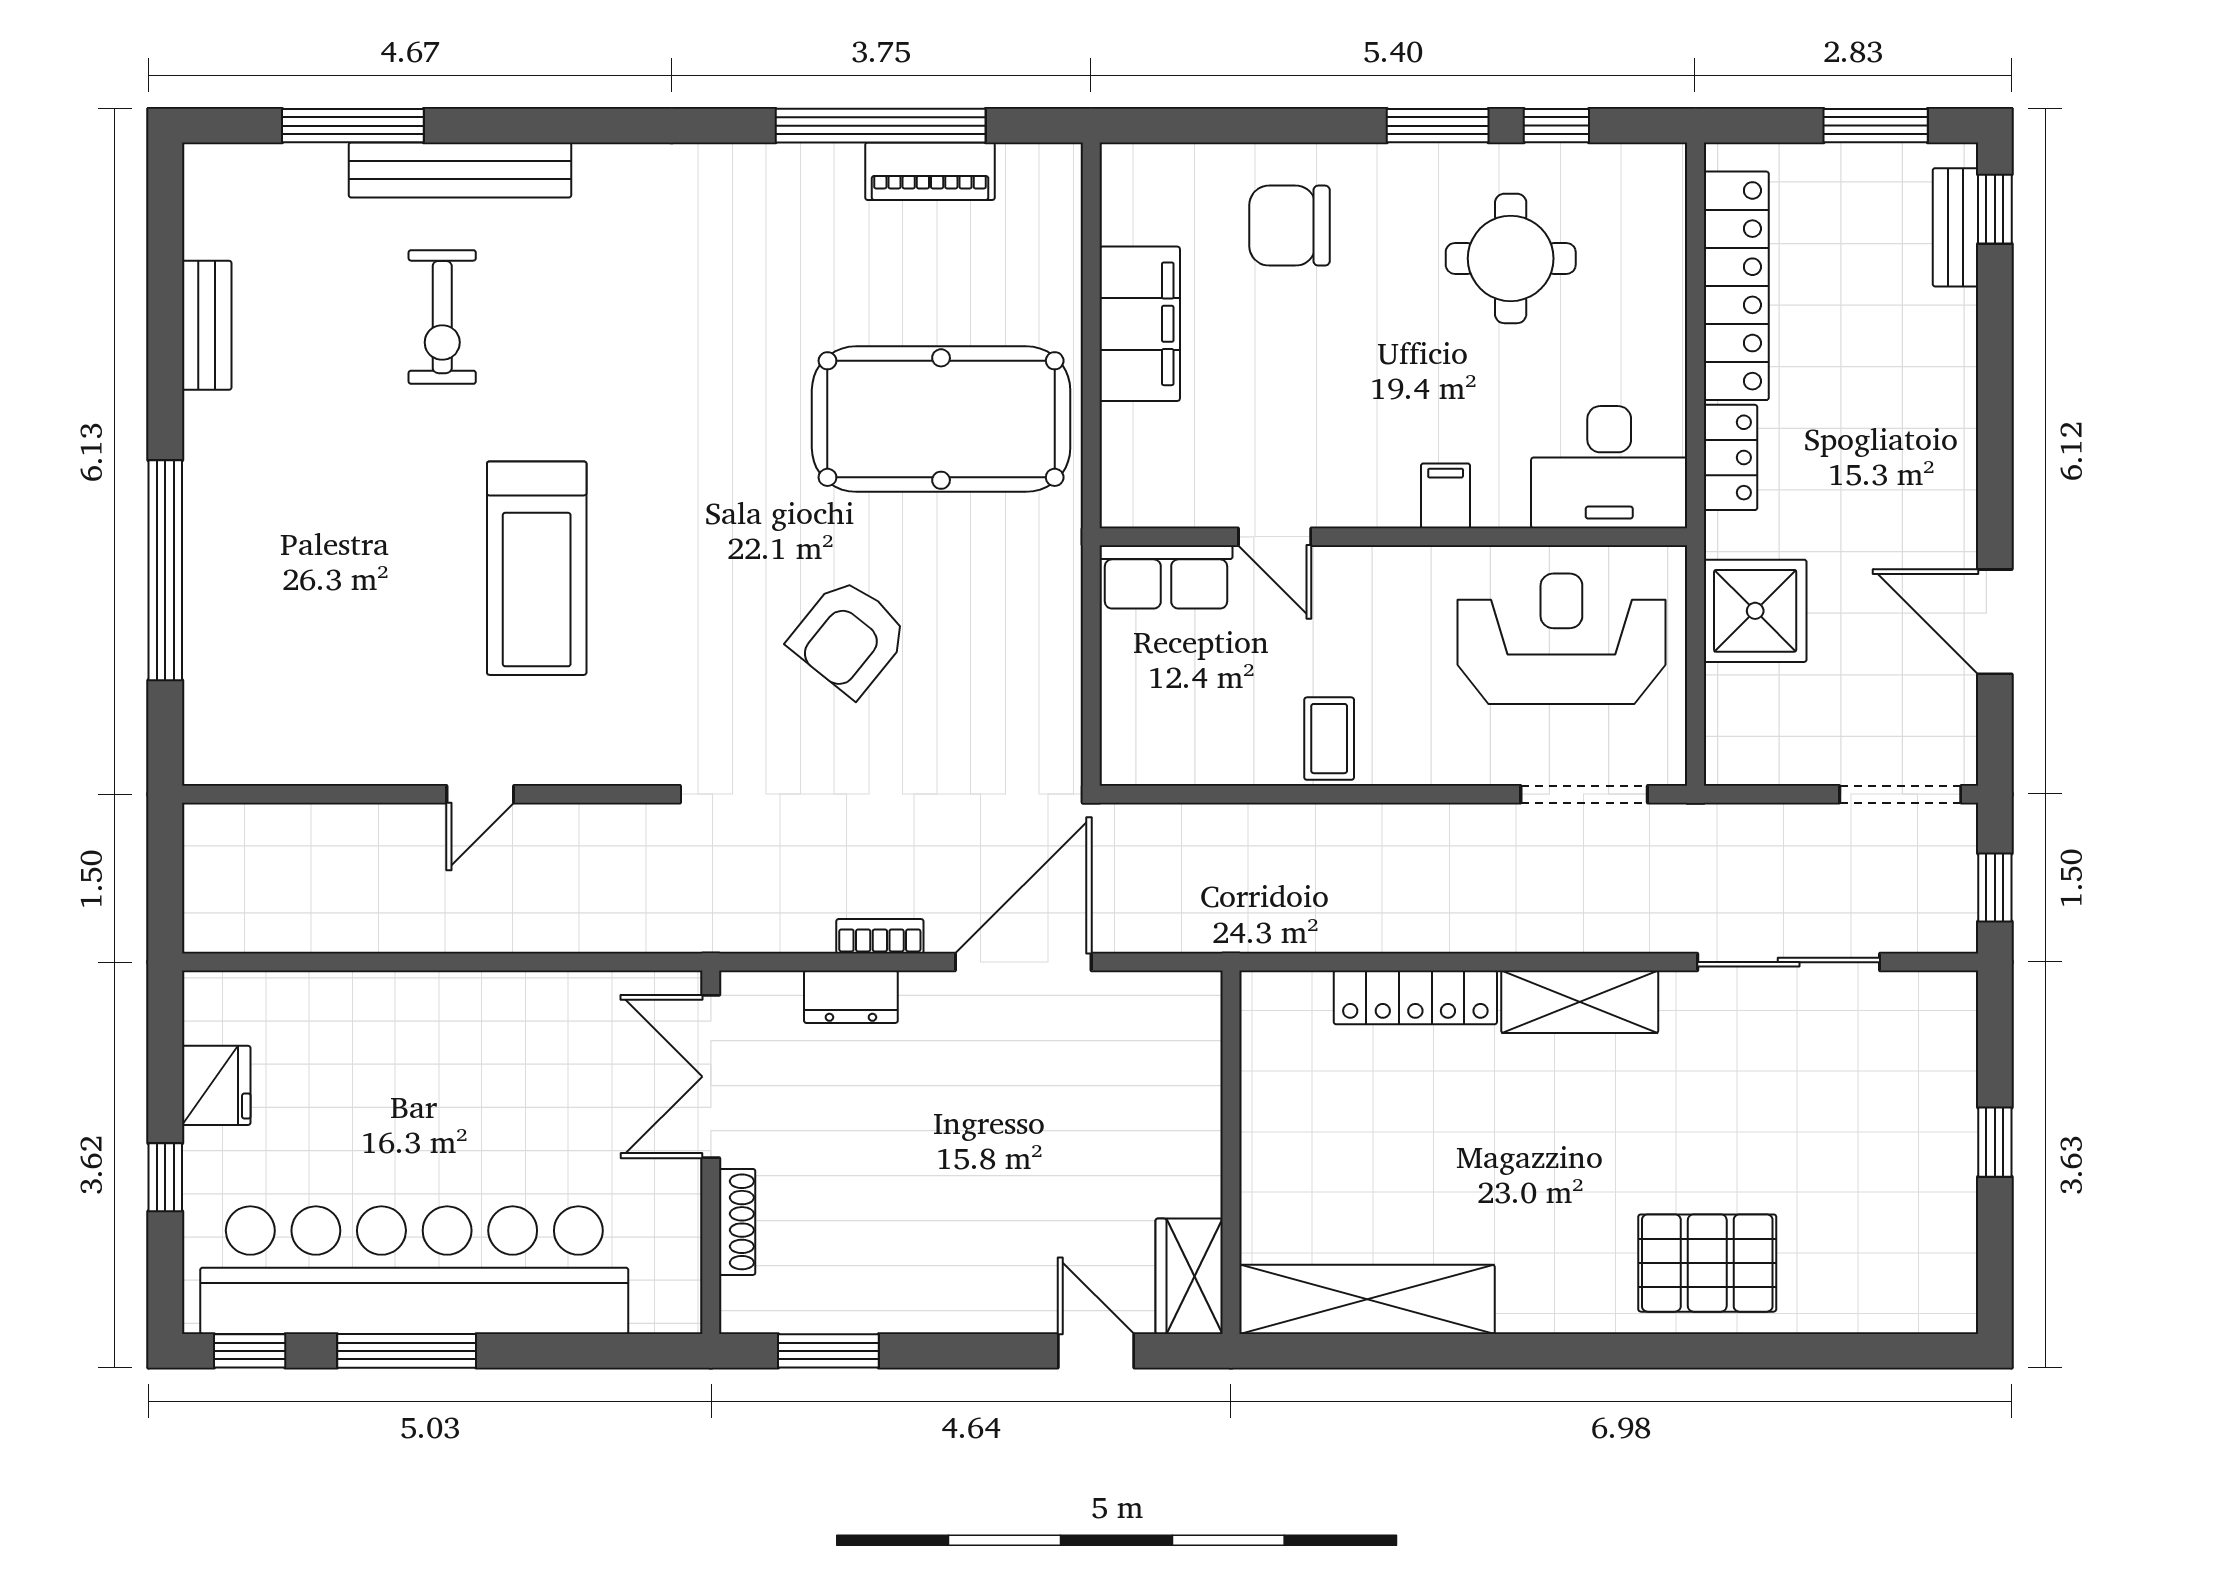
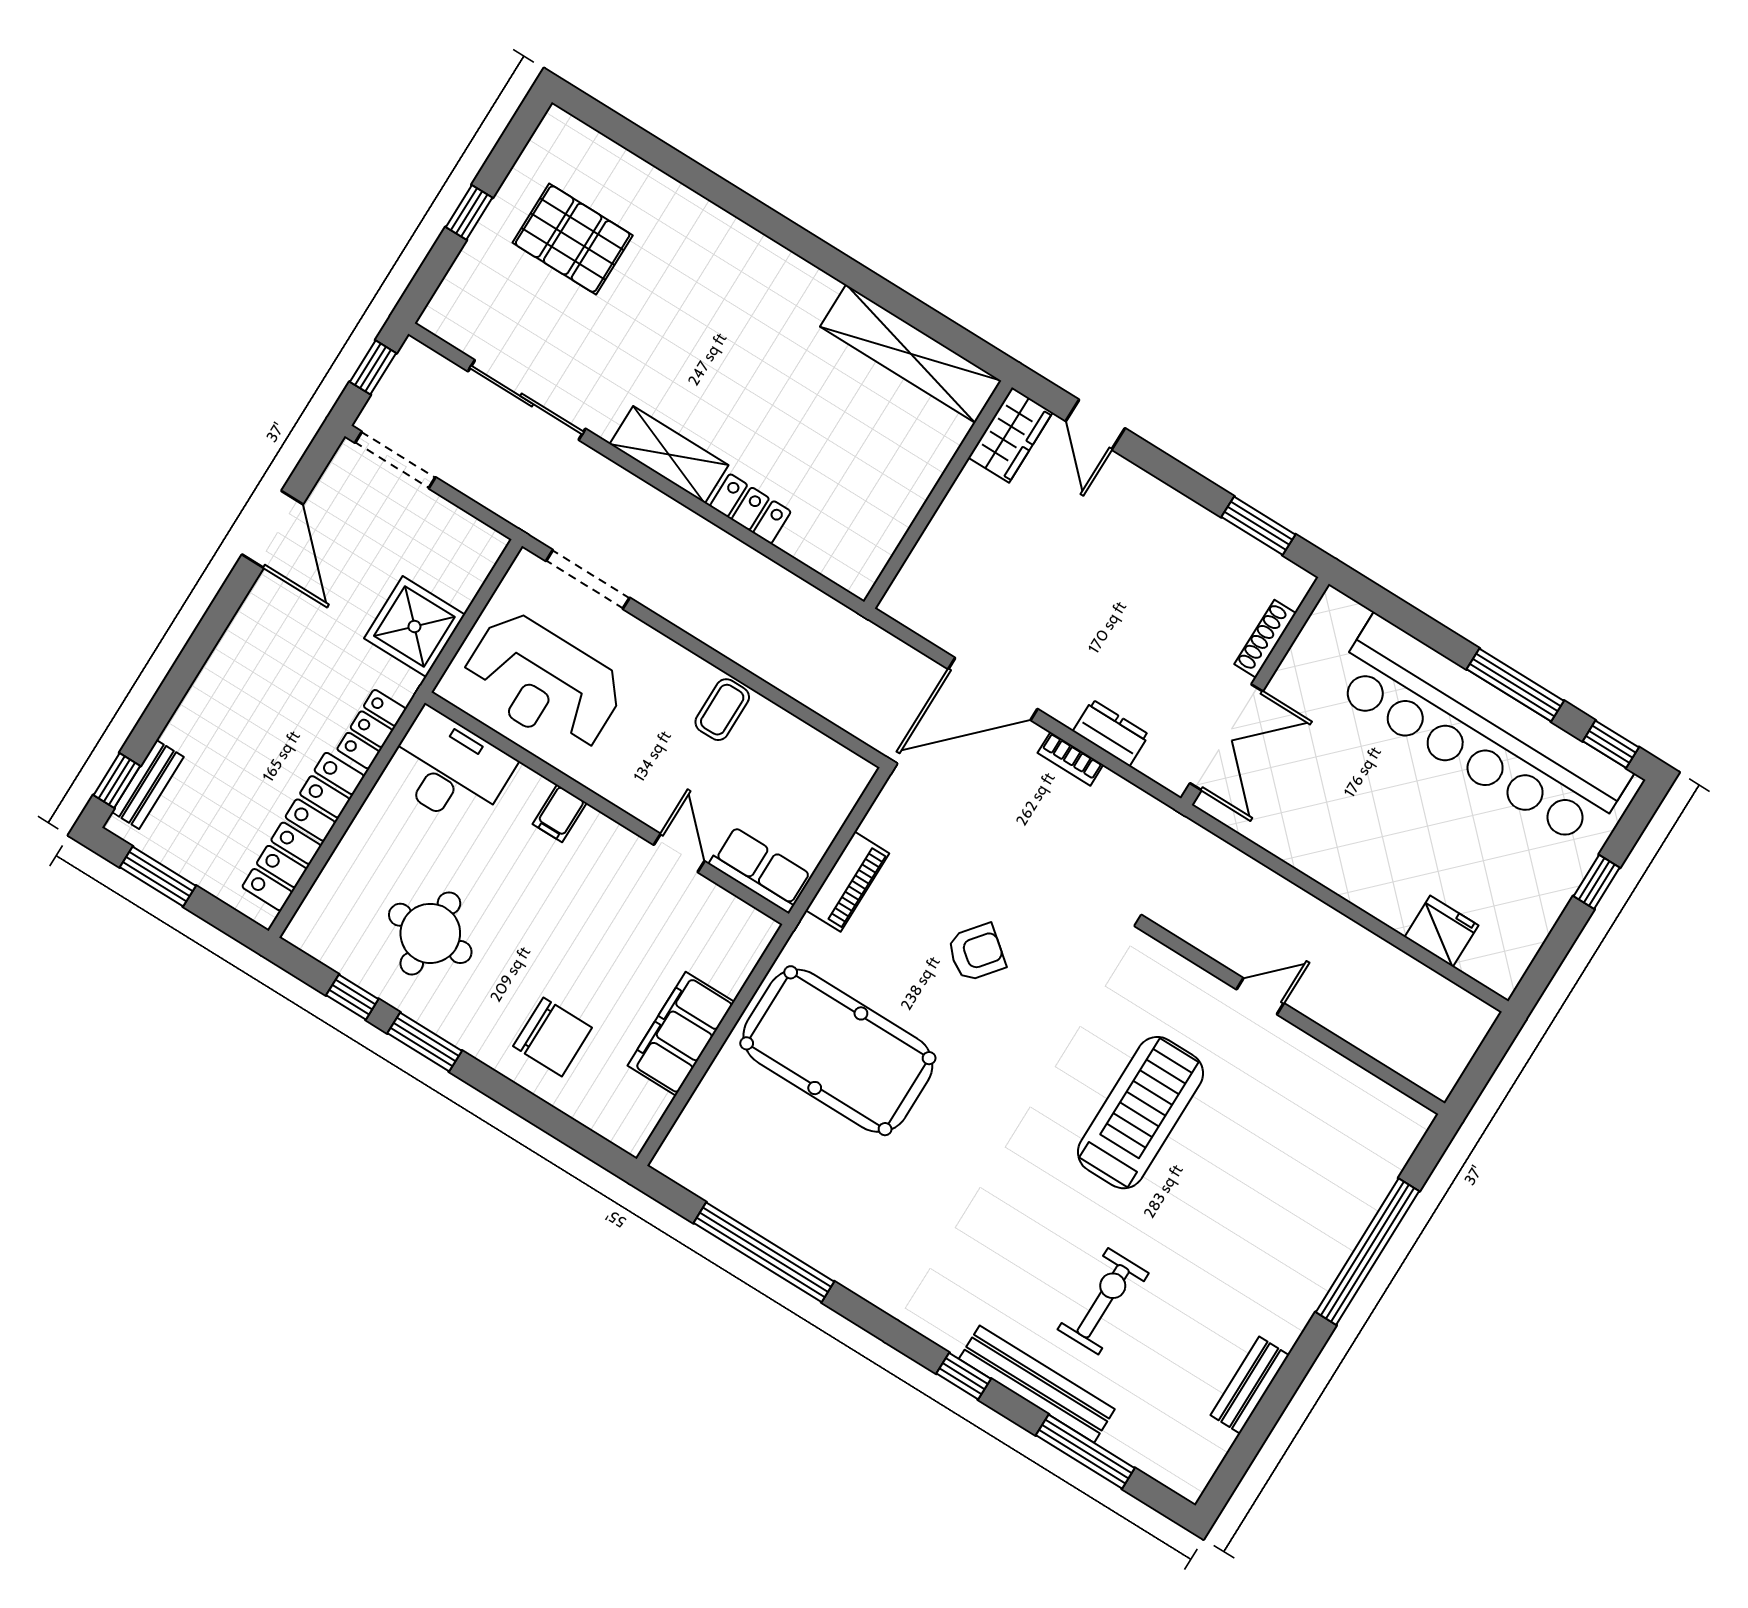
window: (553, 126) -> (964, 1376), added
piano: (930, 171) -> (847, 882), moved, turned 90
armchair: (849, 637) -> (976, 953), width x0.72, depth x0.72
locker: (1415, 997) -> (750, 509), width x0.66
fridge: (216, 1085) -> (1441, 931), moved, turned 90
pallet: (1707, 1263) -> (573, 239), moved

